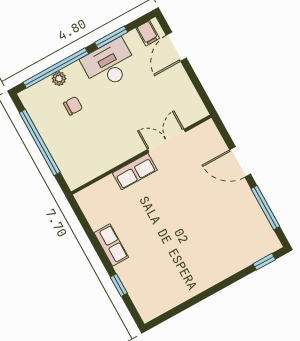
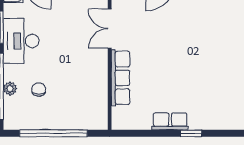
row of seats: (135, 171) -> (120, 78), width x1.48
window: (119, 285) -> (191, 133), moved

